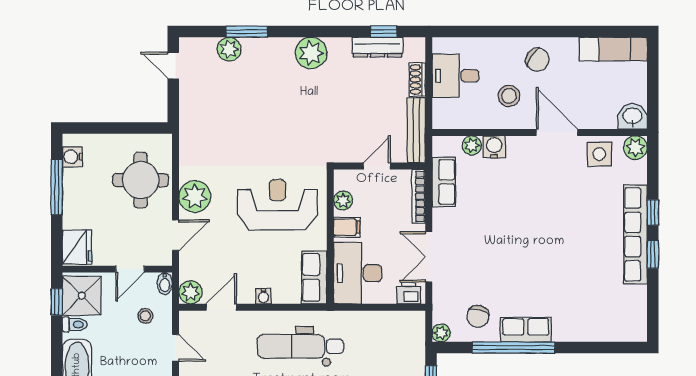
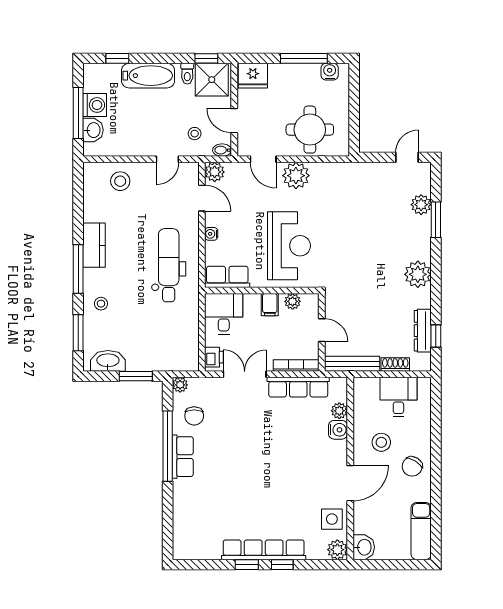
row of seats: (444, 182) -> (298, 387), width x1.48
desk: (358, 273) -> (224, 314), width x0.73
chair: (478, 316) -> (194, 416), turned -105

